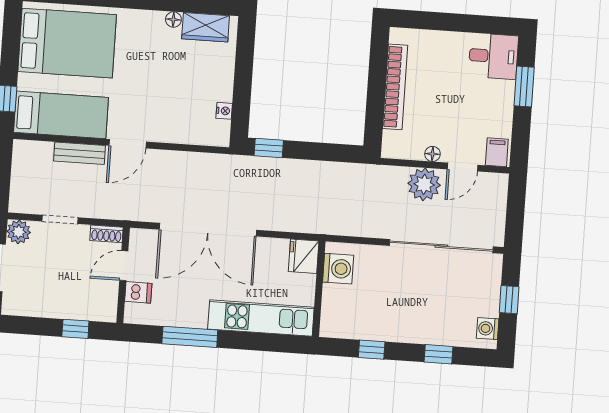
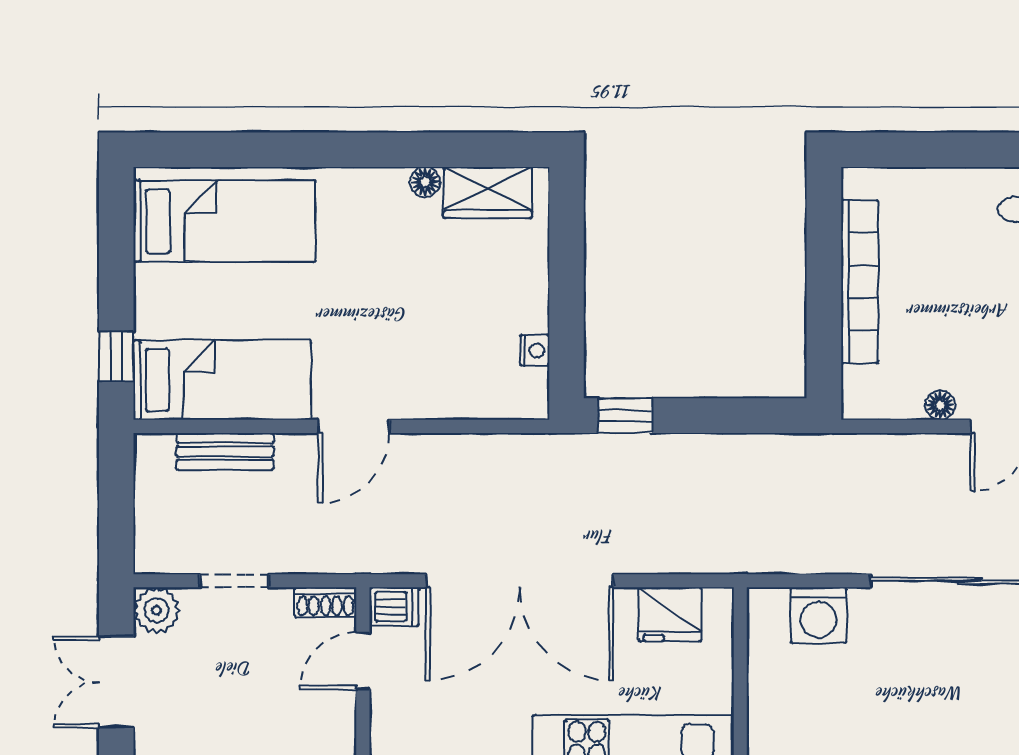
bed: (67, 43) -> (224, 221), width x0.67
bench: (80, 153) -> (225, 451), moved
plant: (424, 184) -> (928, 465), removed
fridge: (304, 256) -> (670, 614), moved, turned -90
washing machine: (338, 269) -> (818, 615), moved, turned 90
dishwasher: (138, 292) -> (394, 606), moved

